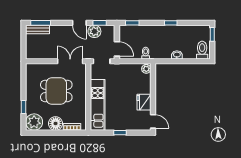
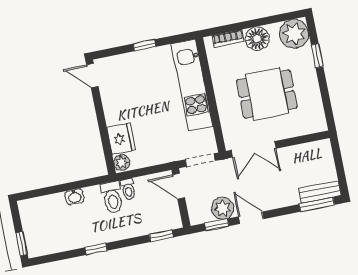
toilet: (202, 50) -> (112, 198), moved
fridge: (144, 102) -> (121, 139), moved

